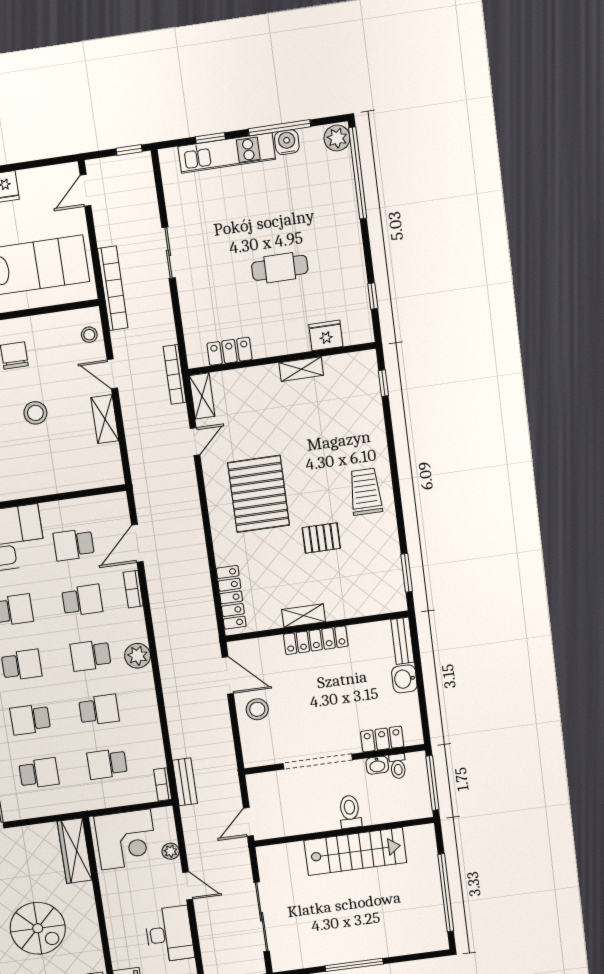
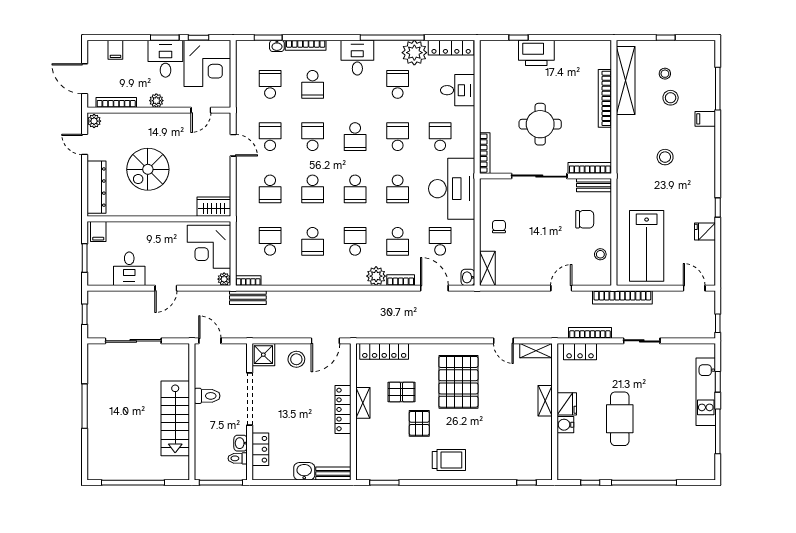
plant: (337, 138) -> (705, 471), removed
water cooler: (287, 142) -> (565, 425), moved, turned 180
window: (358, 173) -> (644, 483), moved
cafe table: (280, 268) -> (620, 419), width x1.37, depth x1.35
stool: (89, 335) -> (600, 254), moved
fridge: (326, 336) -> (567, 404), moved
locker: (230, 351) -> (580, 352), moved, turned 90
shelving: (301, 369) -> (545, 401), moved
bookcase: (175, 374) -> (590, 333), moved
stool: (35, 413) -> (541, 228), removed
shelving: (105, 419) -> (487, 268), moved, turned 90
chair: (42, 470) -> (499, 227), added
pallet: (259, 494) -> (458, 382), turned 90
washbasin: (116, 501) -> (468, 277), added
pallet: (282, 567) -> (402, 392), added
plant: (138, 656) -> (376, 276), moved
school desk: (30, 719) -> (313, 189), turned 180
shower: (257, 752) -> (263, 355), added
toilet: (350, 812) -> (207, 396), moved
wardrobe: (75, 851) -> (214, 207), width x0.67
plant: (171, 851) -> (224, 279), moved
desk: (169, 934) -> (129, 269), width x0.73

